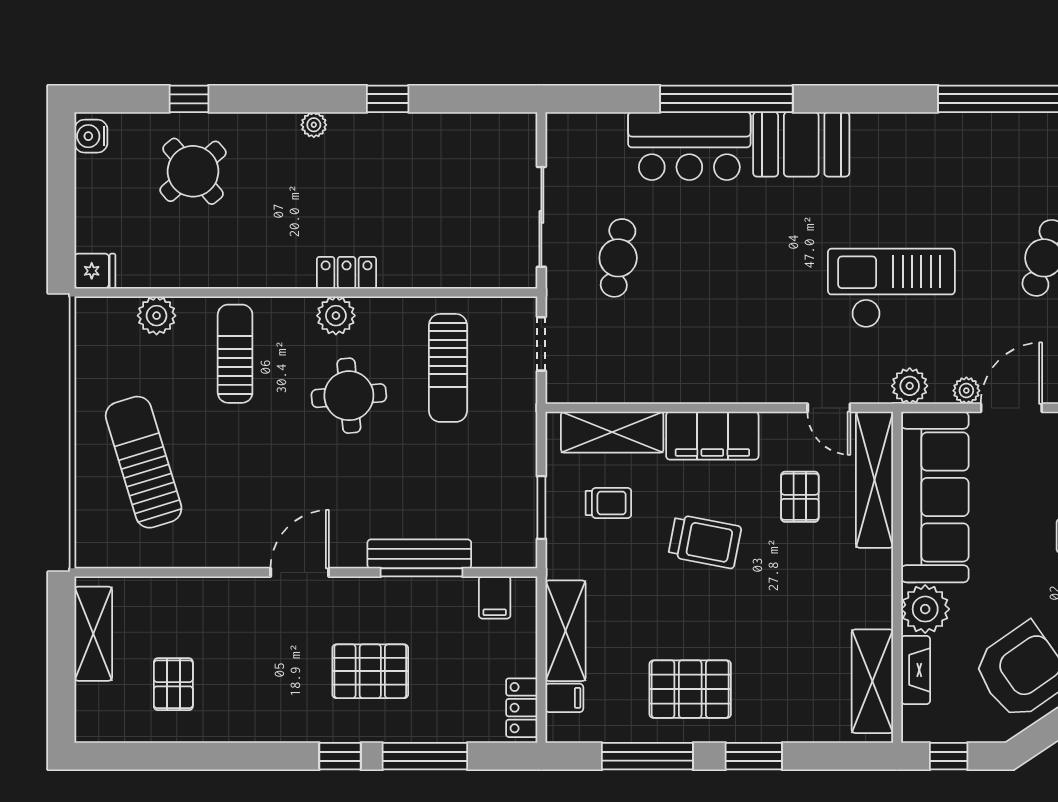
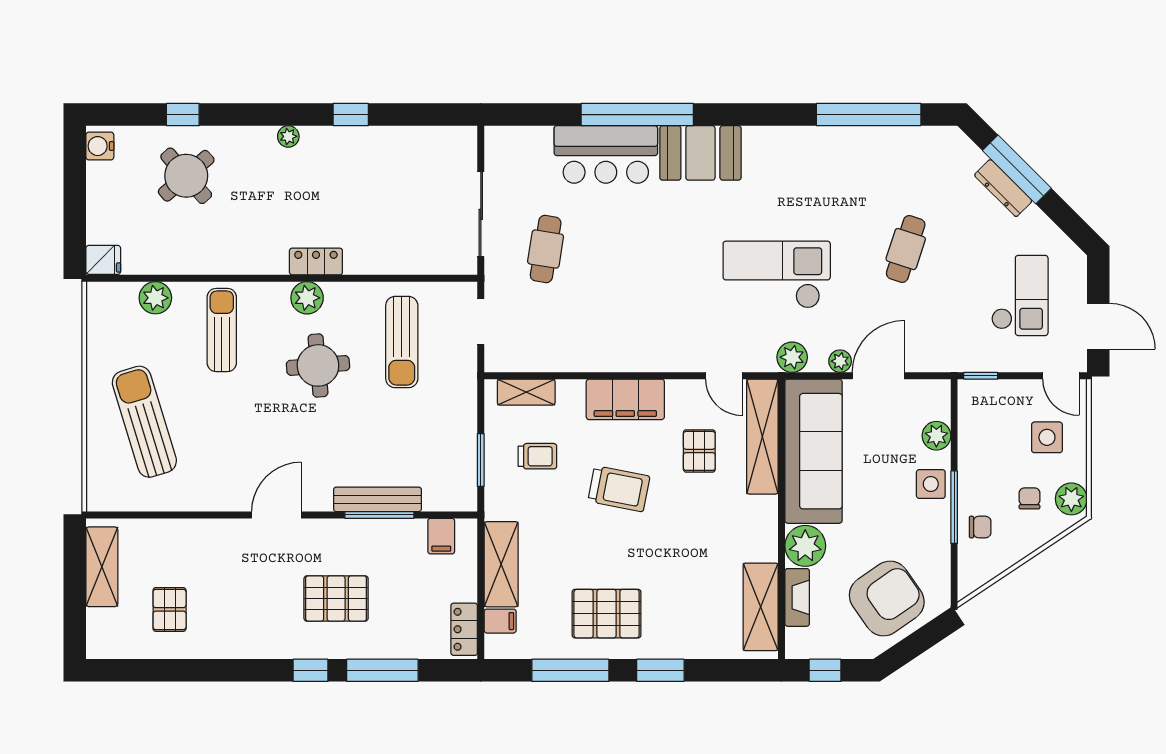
shelving: (612, 432) -> (526, 392), width x0.67, depth x0.75

